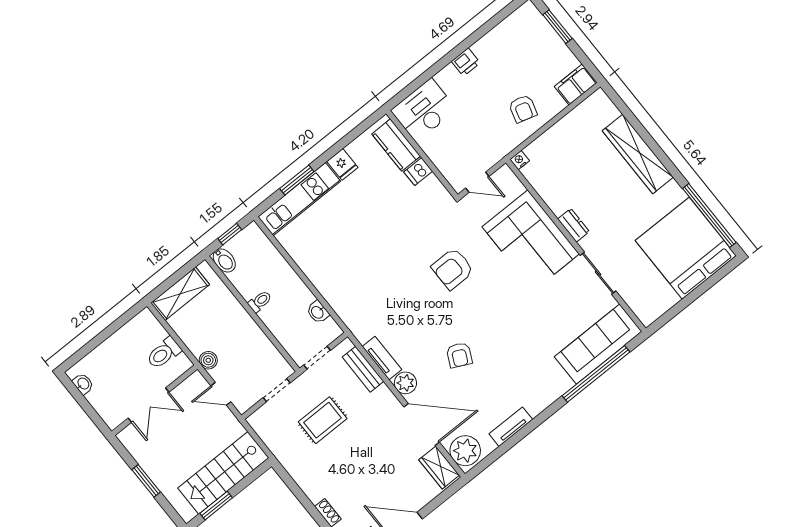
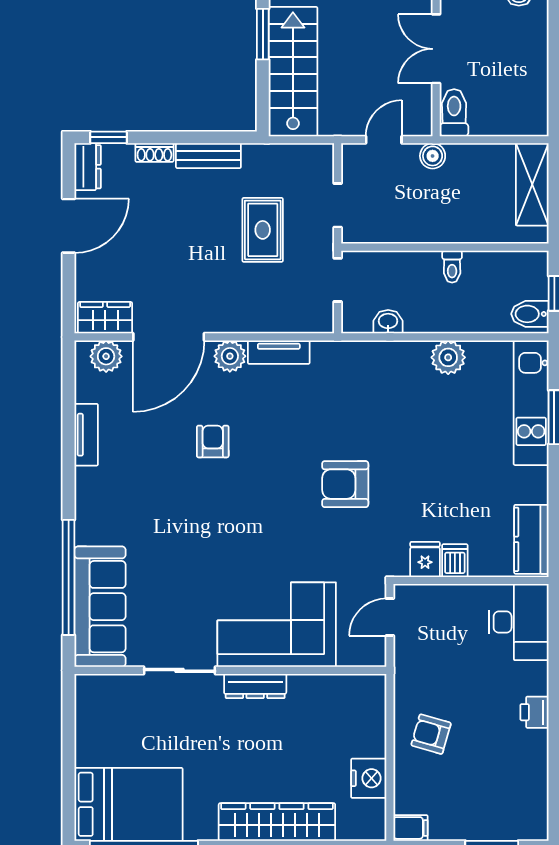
filing cabinet: (576, 85) -> (410, 828), width x0.50
kitchen counter: (396, 145) -> (531, 539), moved, turned -90
nightstand: (520, 160) -> (369, 778), moved, width x1.89, depth x1.79
fridge: (342, 164) -> (425, 559), moved, turned 90
dresser: (573, 225) -> (255, 686), width x1.44
bed: (686, 248) -> (128, 804), width x0.73
bidet: (224, 260) -> (530, 314), moved
plant: (311, 264) -> (448, 357), added
armchair: (453, 269) -> (345, 484), moved, turned -90
toilet: (164, 353) -> (454, 113), moved
armchair: (459, 355) -> (213, 441), turned 64
bench: (363, 369) -> (208, 156), moved
plant: (465, 451) -> (106, 356), width x0.73, depth x0.73

